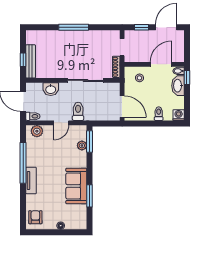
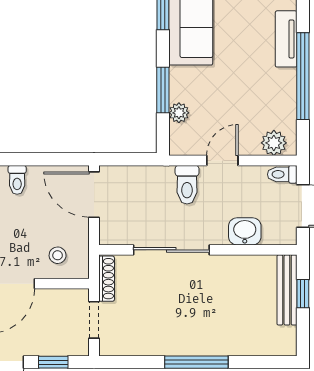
window: (90, 142) -> (163, 90), moved

